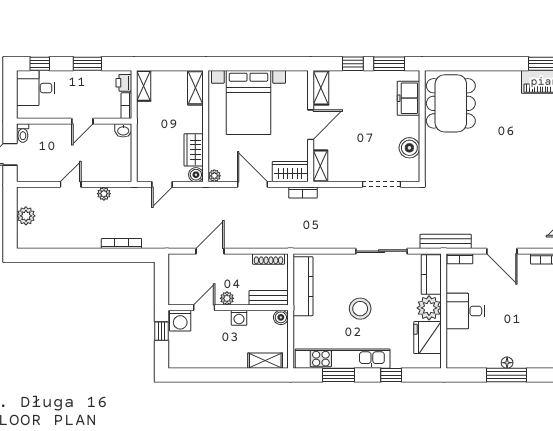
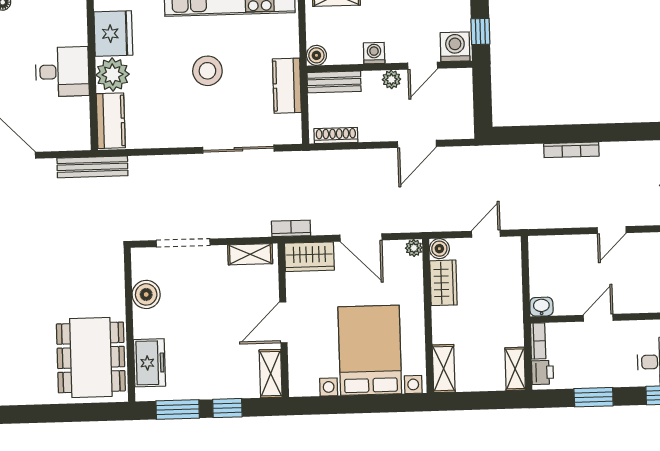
shelving: (320, 166) -> (250, 254), moved, turned 90
plant: (104, 194) -> (566, 219), removed
bookcase: (121, 243) -> (571, 150), moved
sliding door: (381, 251) -> (238, 149), moved
bookcase: (460, 259) -> (72, 144), removed
kitchen counter: (303, 286) -> (287, 86), width x0.67

